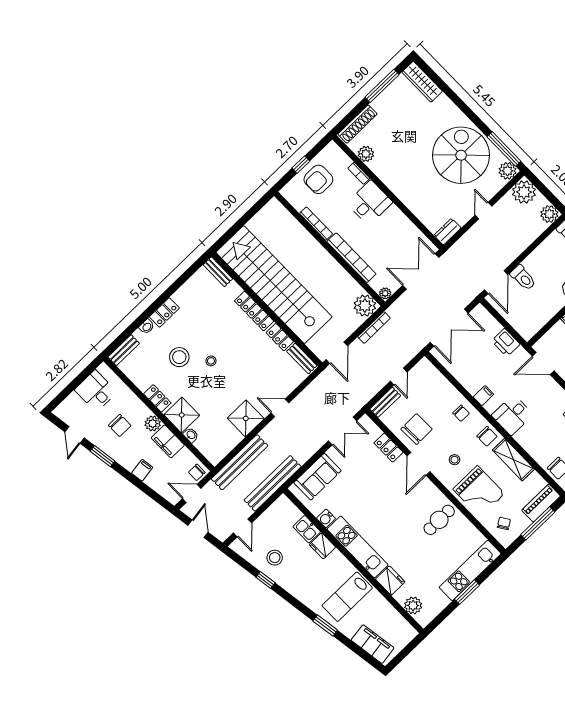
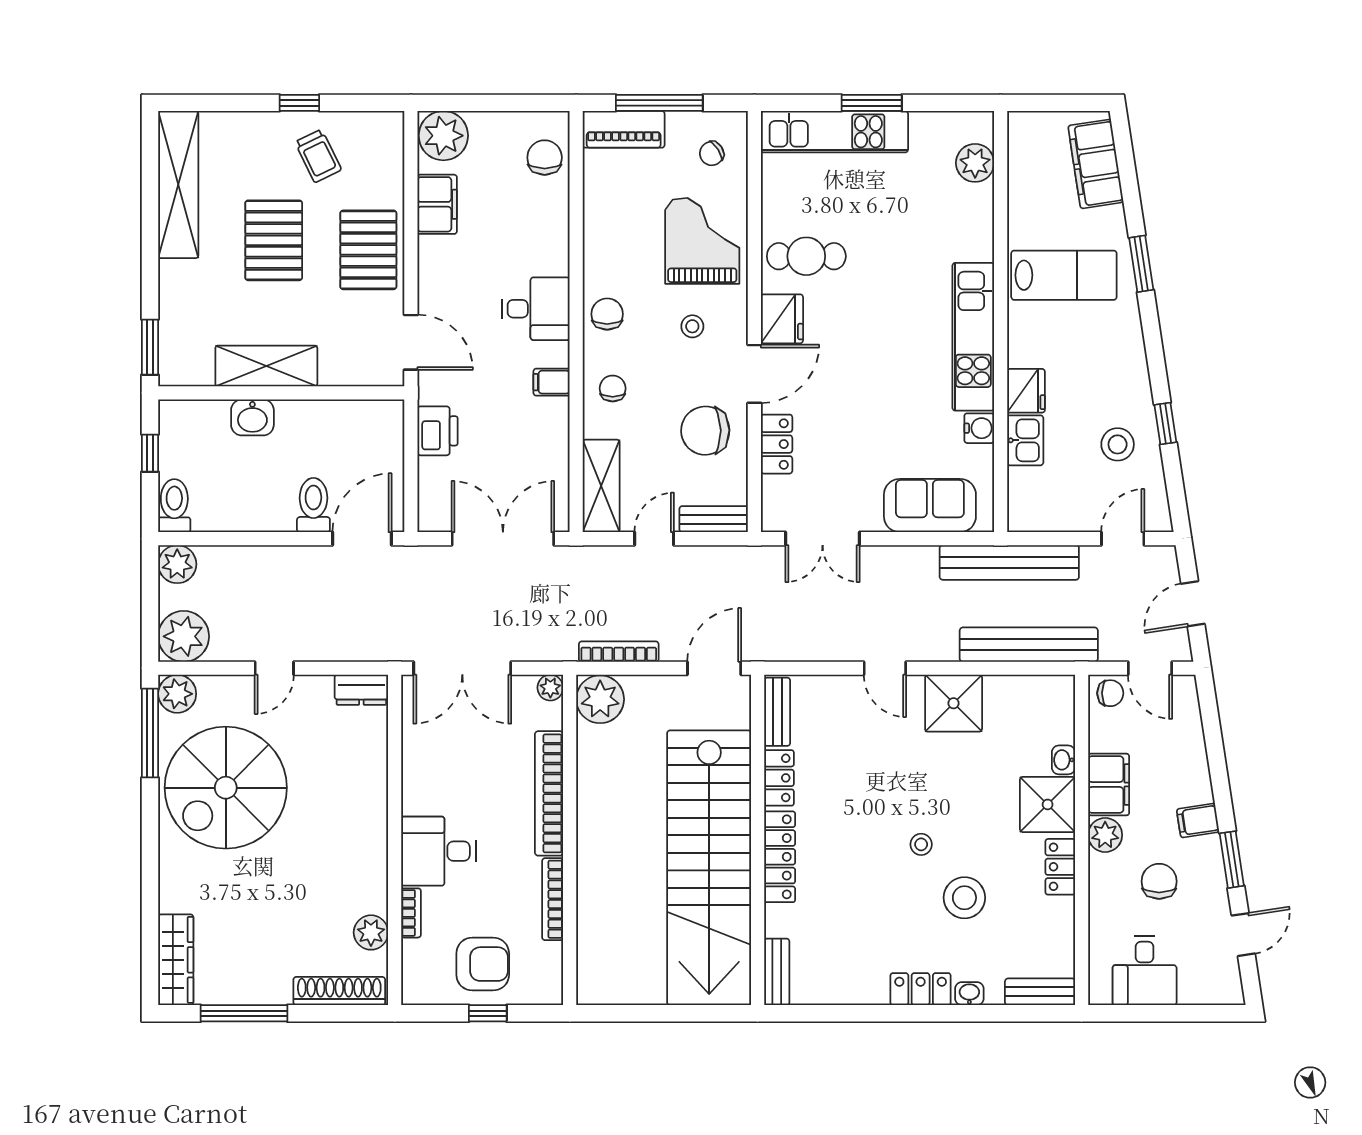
double door: (343, 431) -> (823, 539), swing flipped
shelving: (513, 460) -> (601, 486), moved
filing cabinet: (142, 470) -> (1198, 821), moved
fridge: (390, 580) -> (782, 319), moved, turned 180

